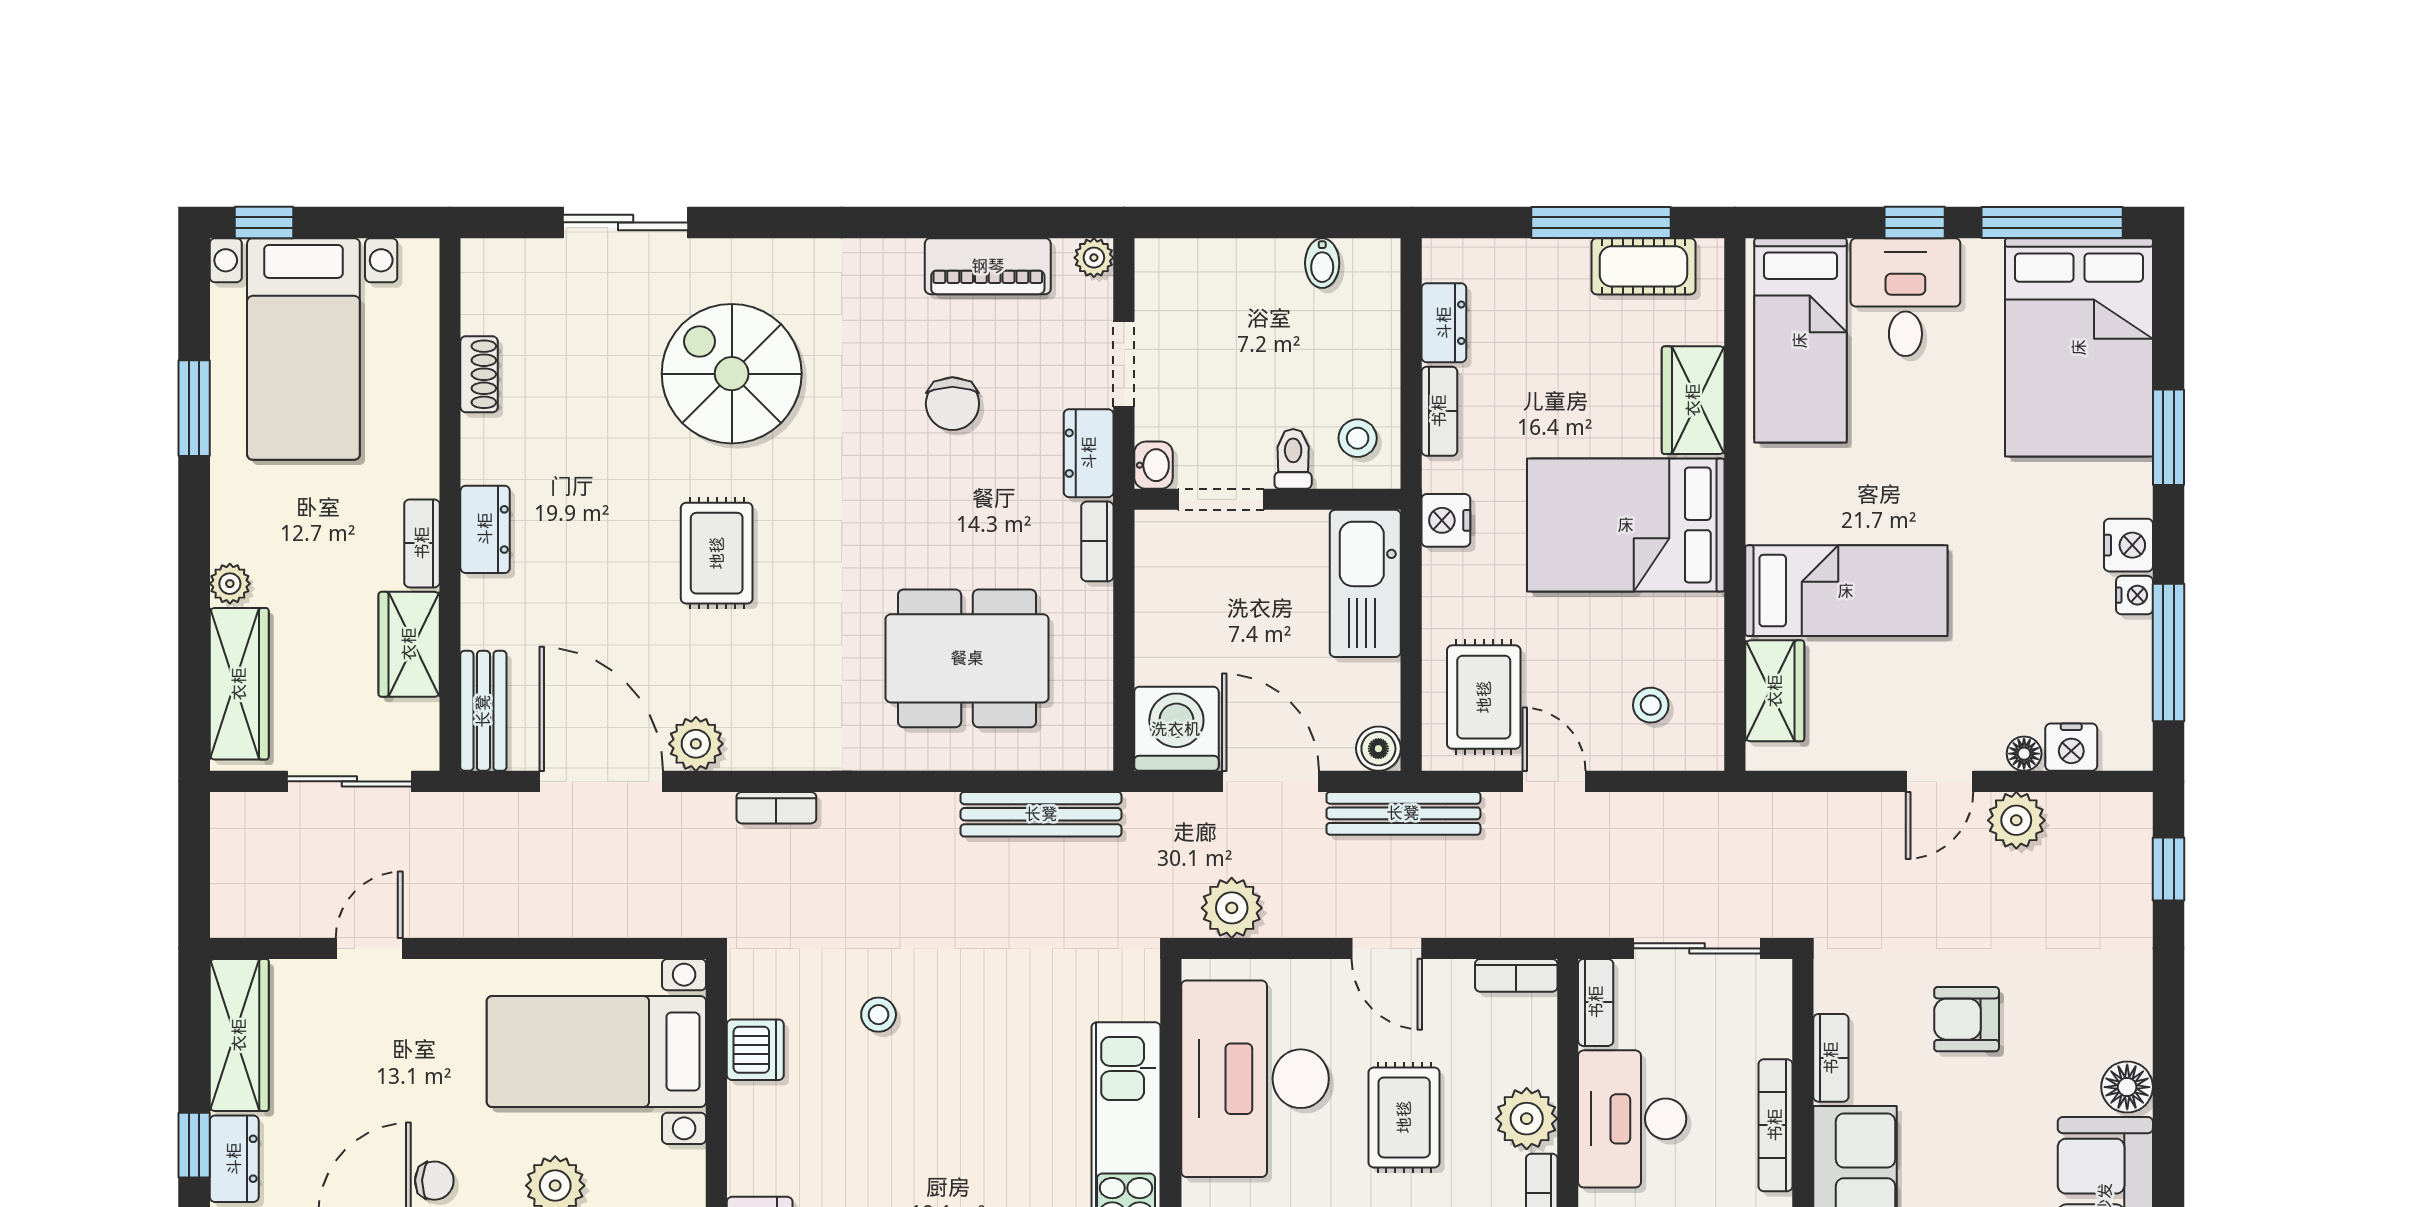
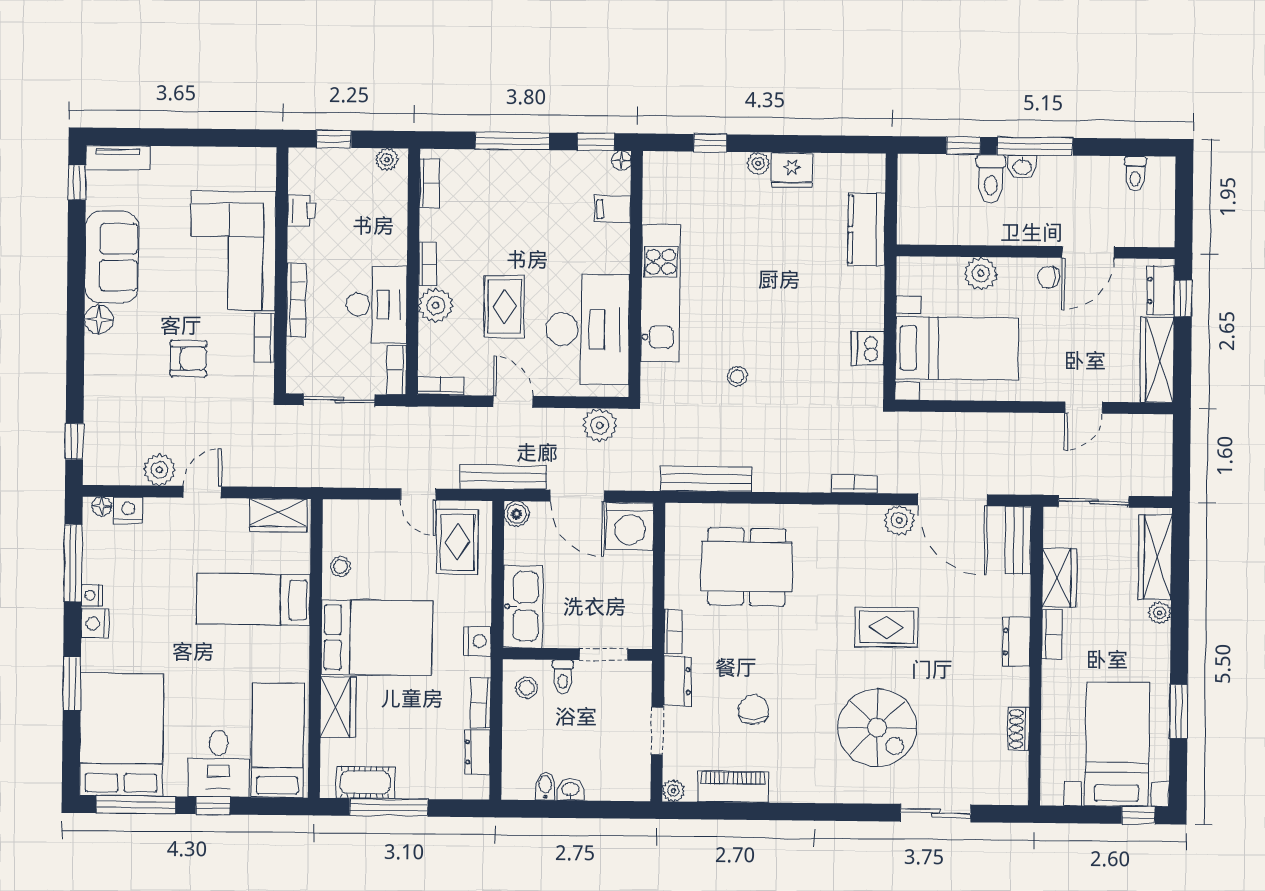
washbasin: (1153, 465) -> (570, 790), moved, turned 90
rug: (717, 553) -> (886, 627), turned 90
wardrobe: (1775, 691) -> (278, 515), moved, turned -90
stool: (1651, 705) -> (340, 567), moved
floor lamp: (2024, 754) -> (102, 507), moved
stool: (879, 1015) -> (737, 376), moved

